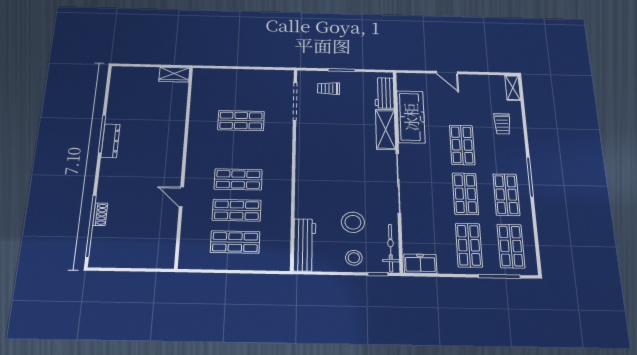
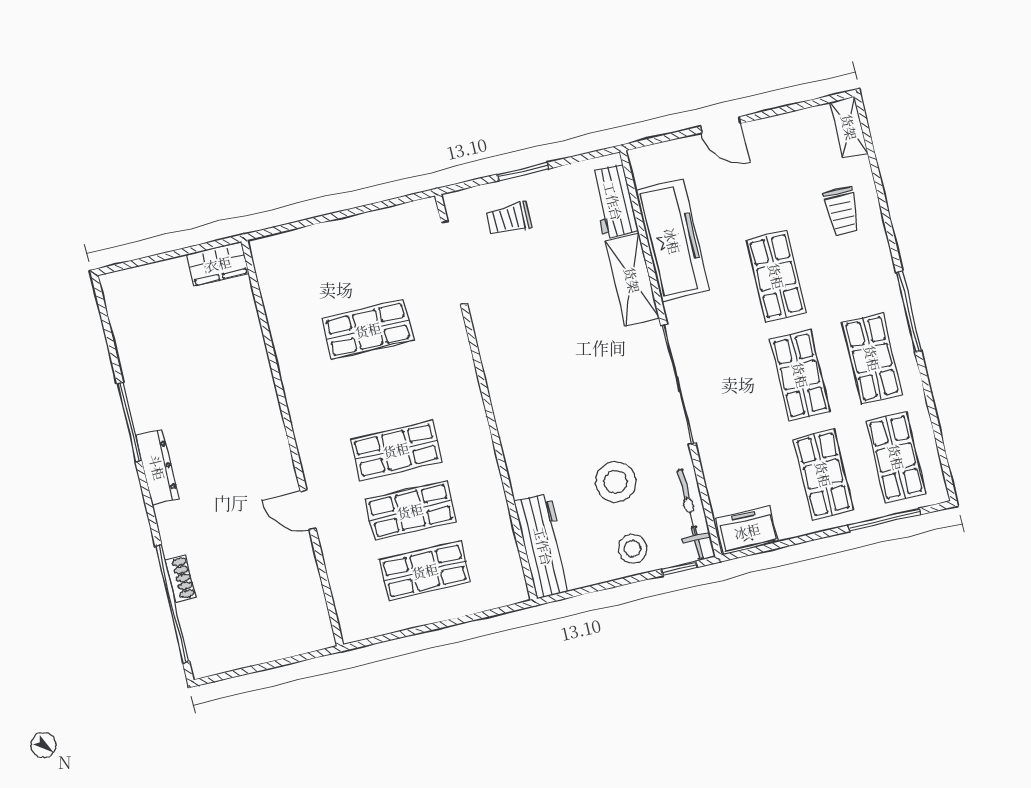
dresser: (111, 141) -> (157, 467), moved

